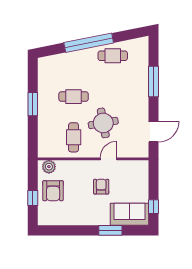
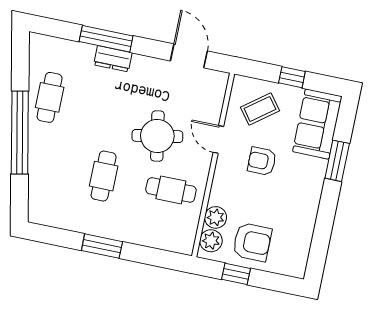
dresser: (143, 88) -> (113, 59), added
plant: (63, 167) -> (216, 217), added
coffee table: (131, 179) -> (260, 109), added
window: (33, 198) -> (236, 274), moved
window: (154, 207) -> (292, 77), moved

